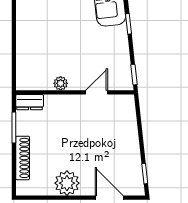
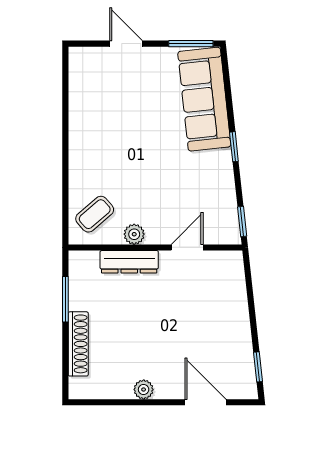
coffee table: (34, 70) -> (95, 214), added
dresser: (30, 102) -> (129, 262), moved, width x1.44
plant: (67, 183) -> (144, 390), width x0.53, depth x0.53

